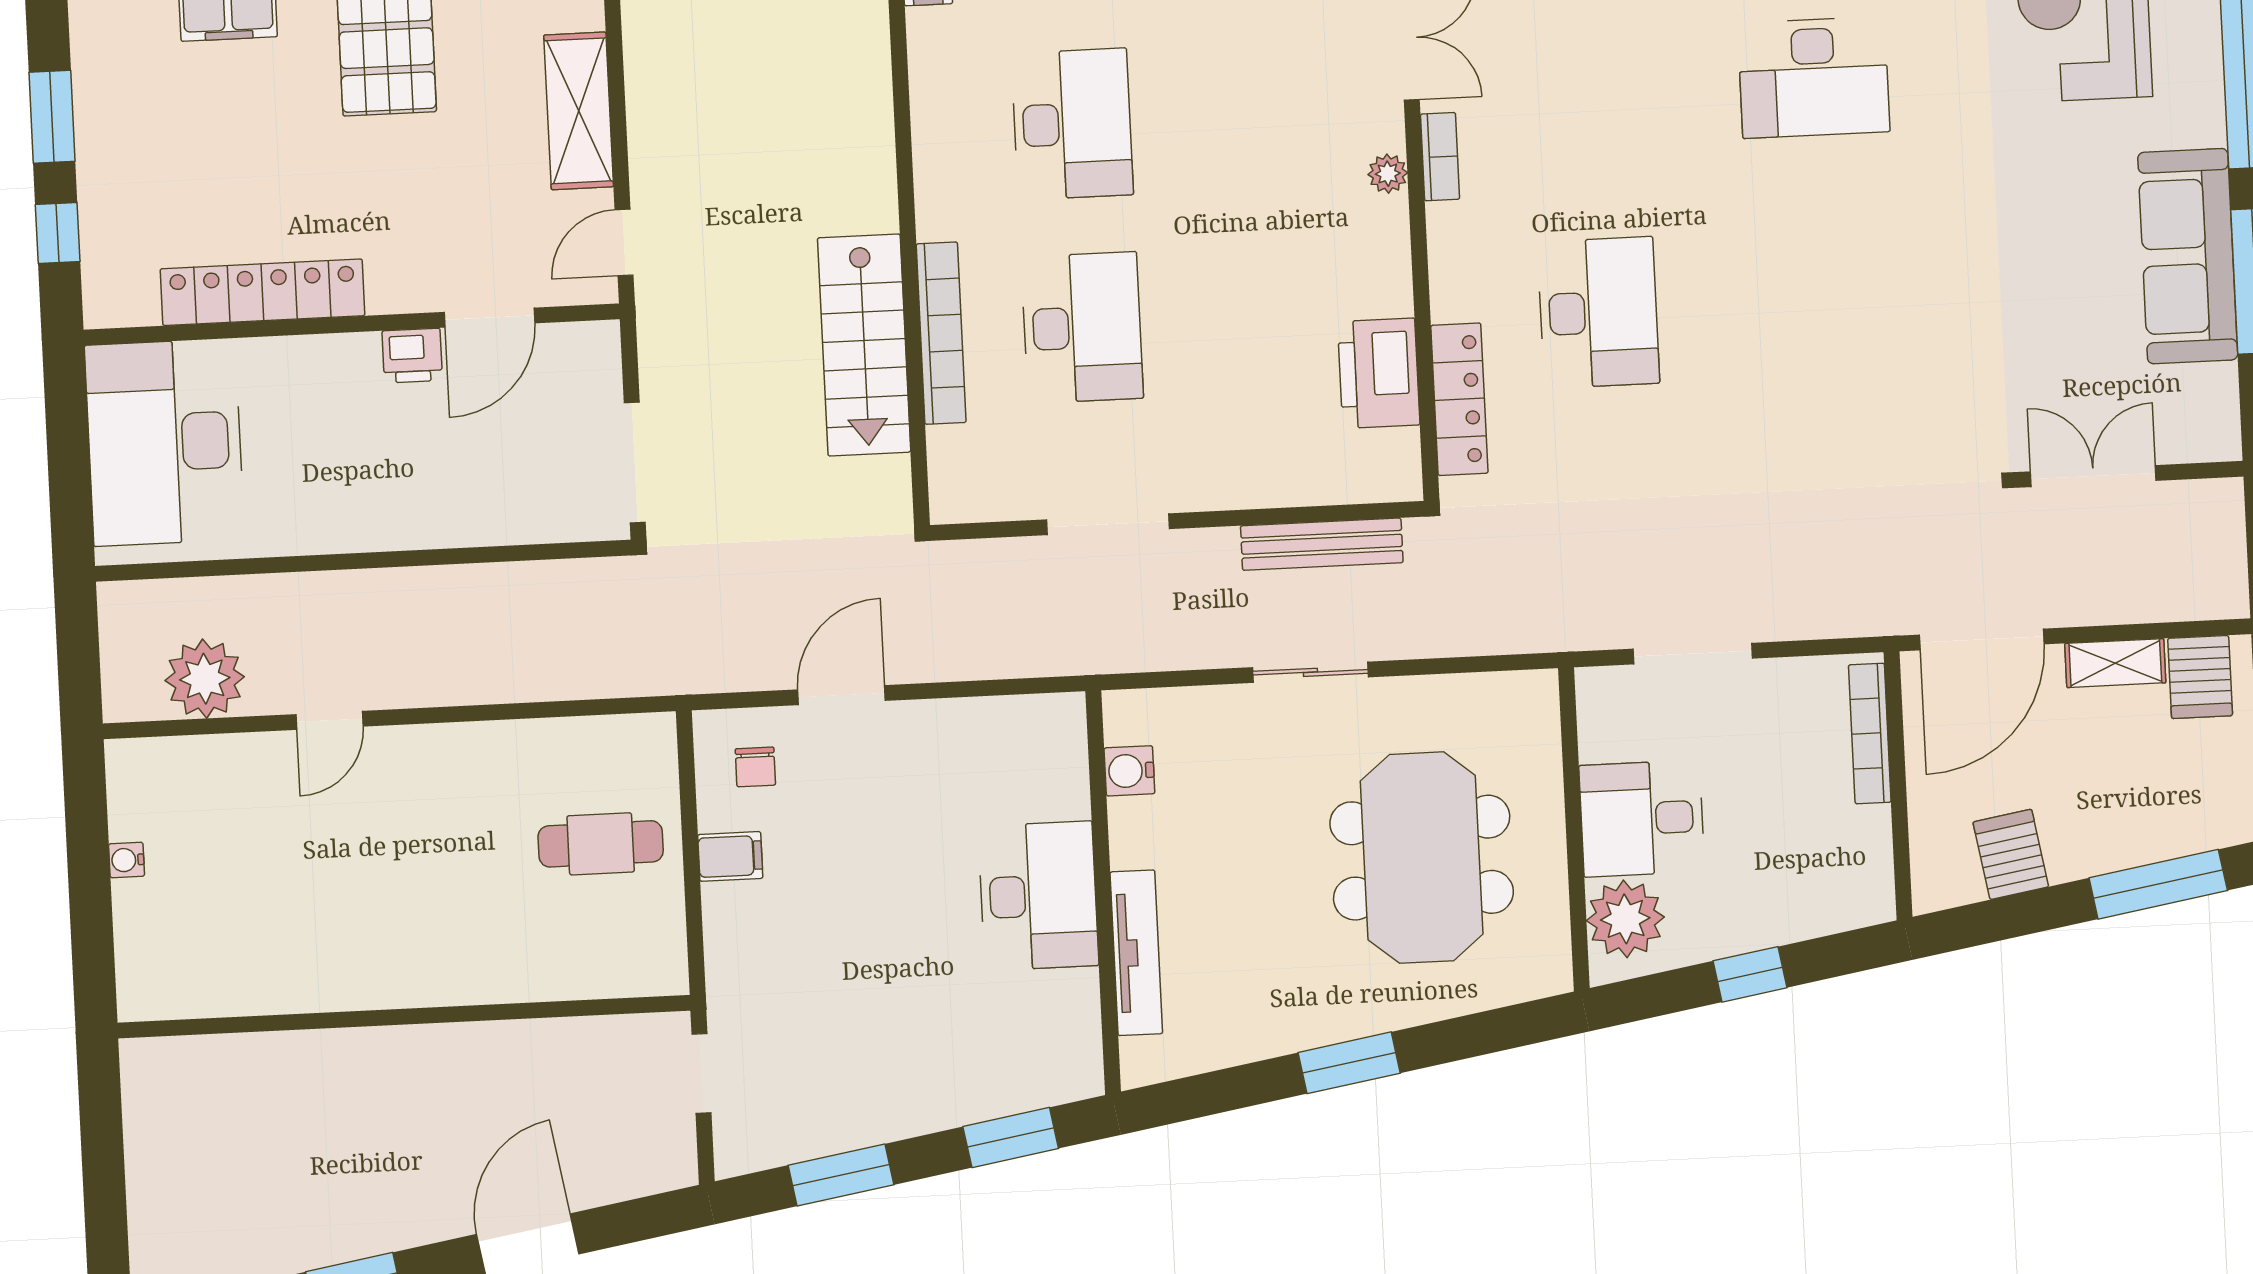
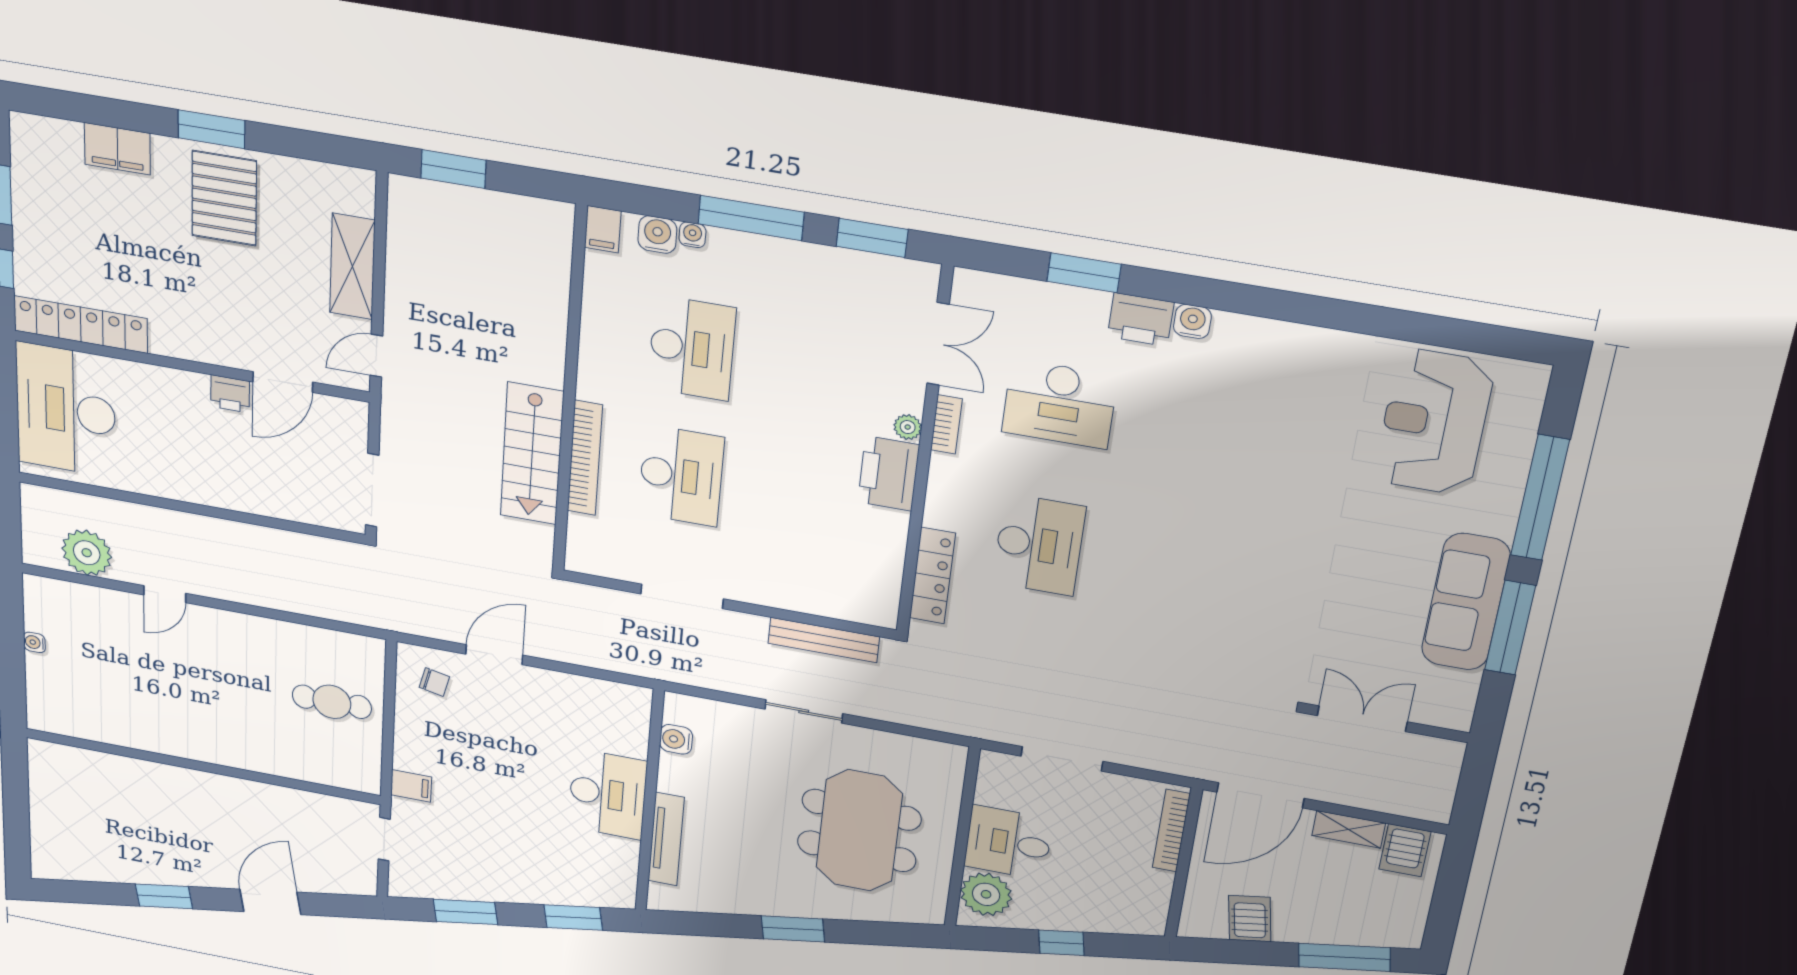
desk: (1814, 77) -> (1059, 404), moved
locker: (262, 292) -> (81, 324), moved
printer: (1379, 373) -> (889, 474), moved
chair: (755, 767) -> (434, 682), turned -77
filing cabinet: (730, 856) -> (411, 786), moved

